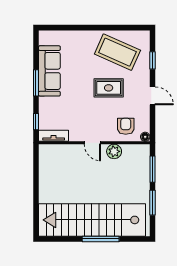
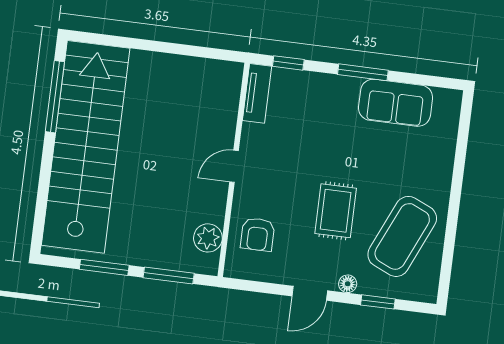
sofa: (49, 71) -> (396, 103), width x0.73
armchair: (126, 126) -> (258, 234), turned 90
floor lamp: (145, 137) -> (348, 284), moved
plant: (114, 151) -> (208, 238), moved
window: (101, 239) -> (55, 97), moved

